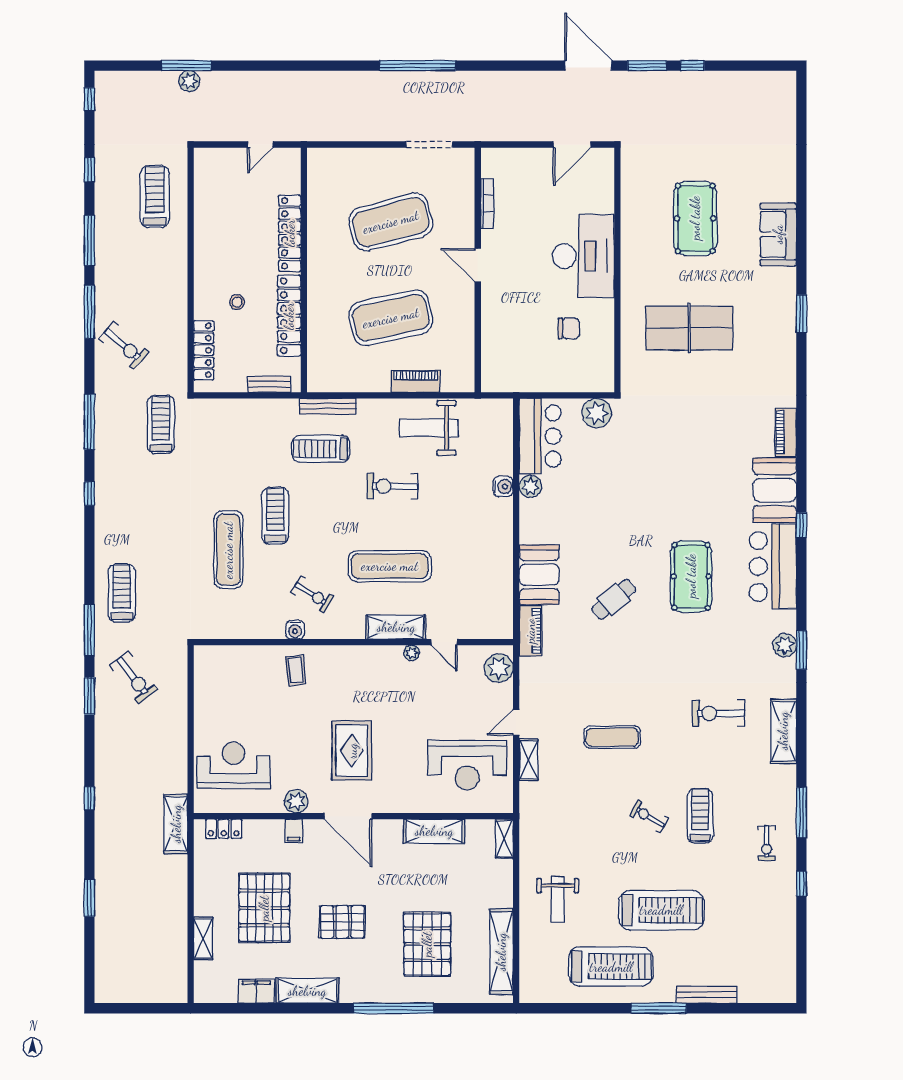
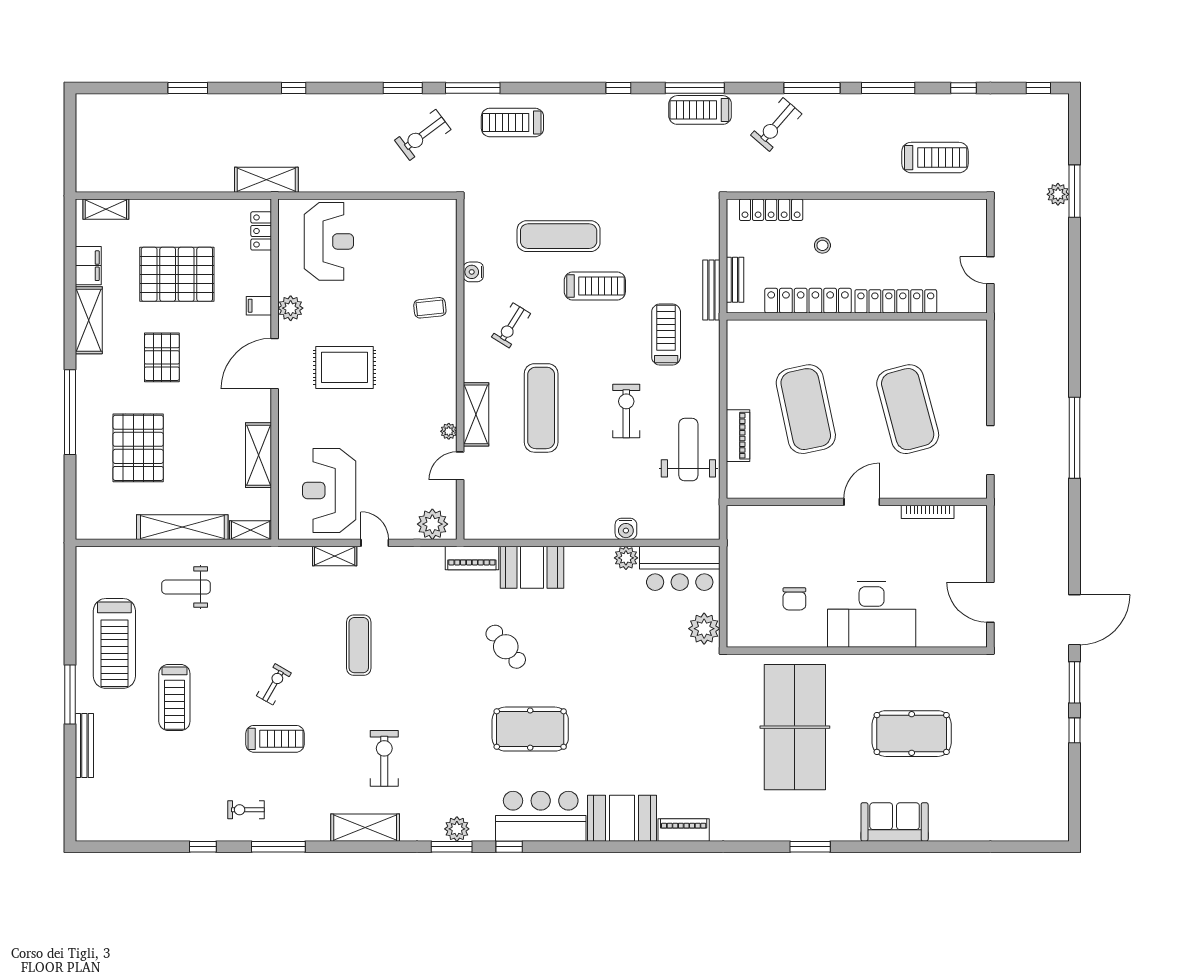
table tennis table: (689, 328) -> (795, 727), width x1.36, depth x1.32
bench: (328, 406) -> (711, 290), moved
treadmill: (161, 425) -> (700, 110), moved, turned 180
window: (801, 525) -> (509, 847), moved
treadmill: (122, 593) -> (512, 122), turned 180
water cooler: (295, 630) -> (473, 272), moved
treadmill: (661, 910) -> (174, 697), width x0.73, depth x0.73
shelving: (203, 938) -> (106, 209), moved
pallet: (427, 944) -> (138, 448), turned 90
shelving: (501, 952) -> (182, 527), moved

